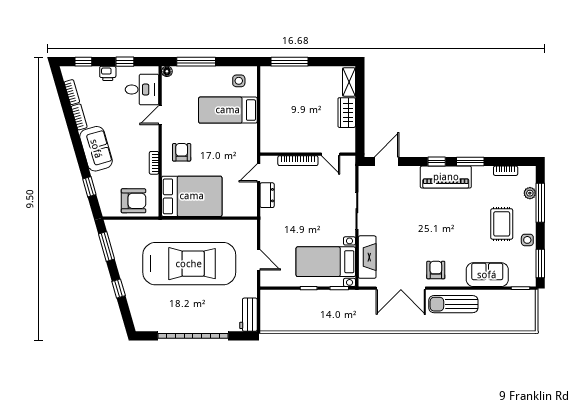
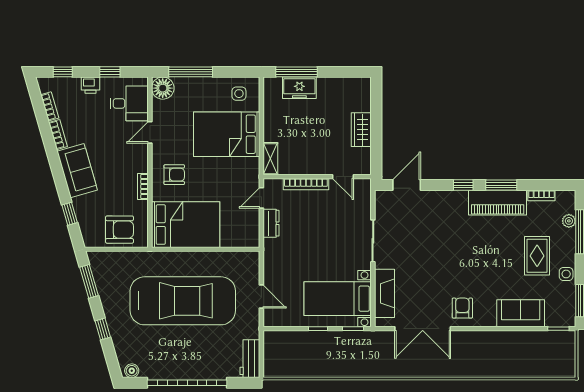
floor lamp: (167, 71) -> (163, 88), width x1.89, depth x1.89
freezer: (292, 76) -> (299, 88), added
shelving: (349, 82) -> (270, 159), moved
bed: (228, 110) -> (227, 134), width x1.50
armchair: (182, 152) -> (174, 175), turned 90
piano: (446, 177) -> (498, 203), moved
sun lounger: (453, 304) -> (482, 347), removed
boiler: (144, 325) -> (132, 371), added

